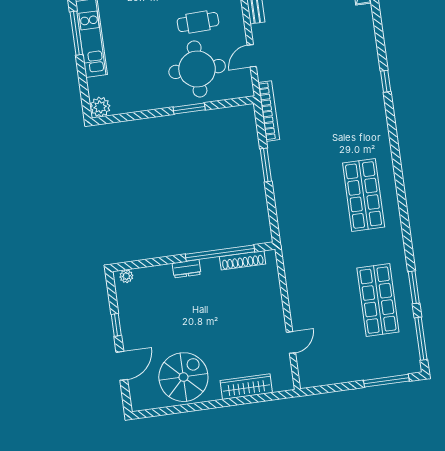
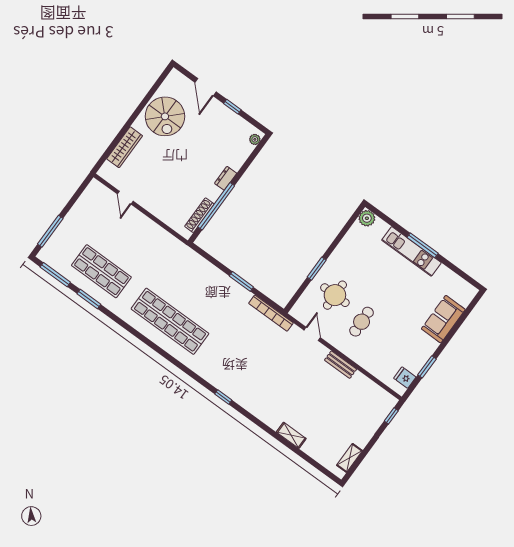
round table: (197, 69) -> (335, 295), width x0.73, depth x0.73
shop shelf: (364, 195) -> (170, 321), width x1.40

